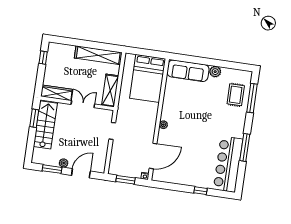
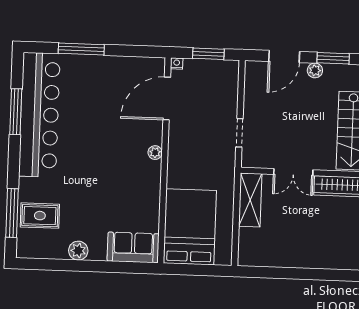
shelving: (98, 55) -> (277, 257), removed
sofa: (188, 71) -> (133, 247), width x0.73
rug: (236, 95) -> (40, 216), turned 90
window: (245, 147) -> (16, 112), moved
bar counter: (228, 164) -> (39, 115), width x1.36
window: (200, 191) -> (81, 49), width x2.17

